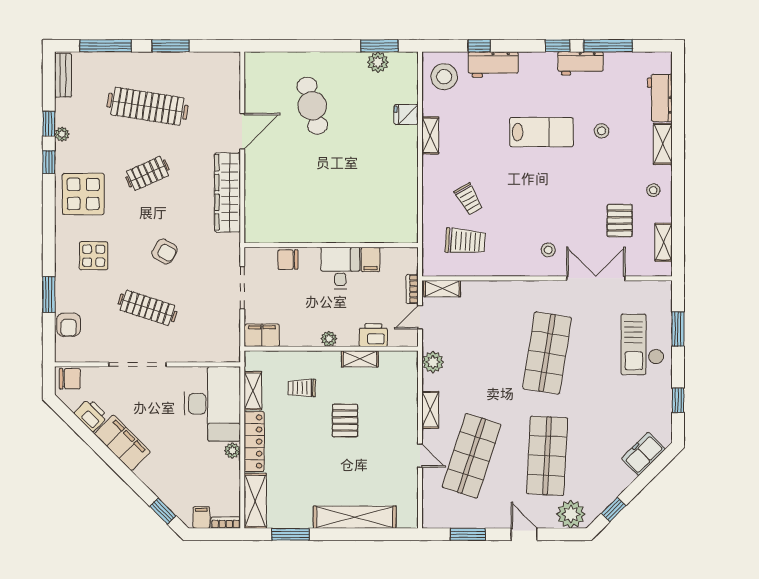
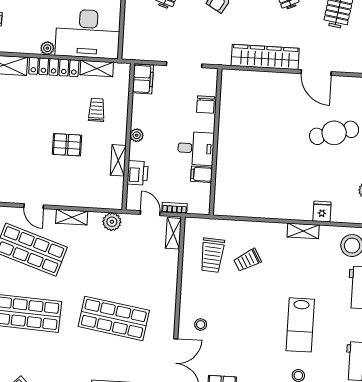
chair: (288, 260) -> (206, 105), turned 180
door: (420, 456) -> (34, 206), hinge flipped

